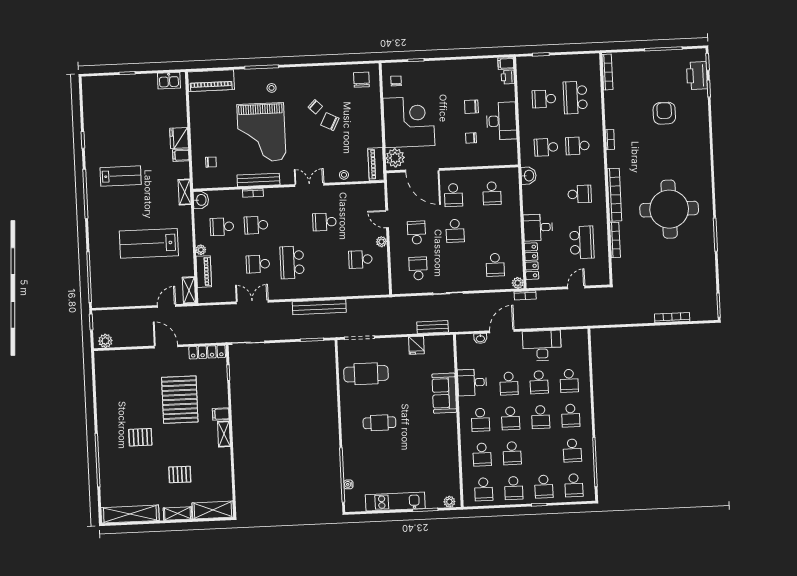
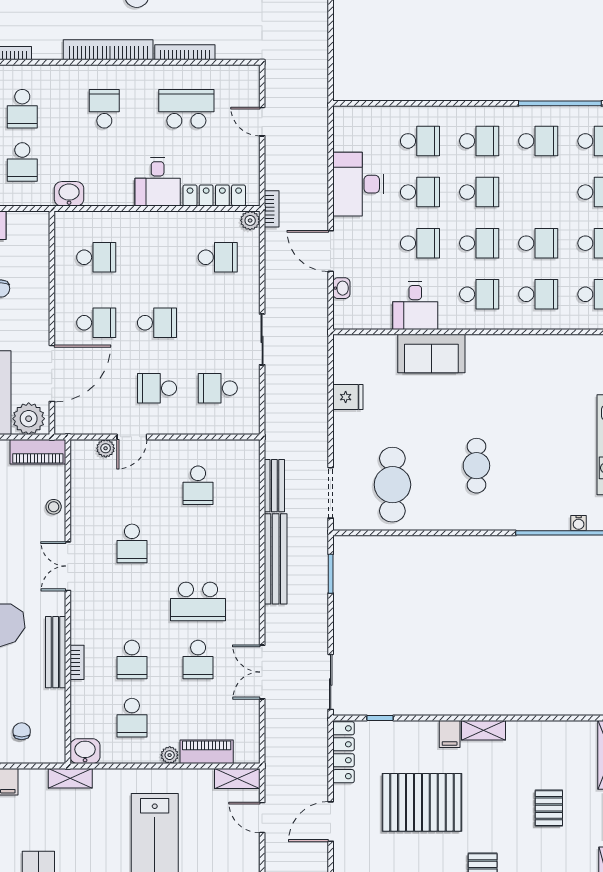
plant: (381, 242) -> (106, 448), moved
bench: (433, 327) -> (274, 486), moved

